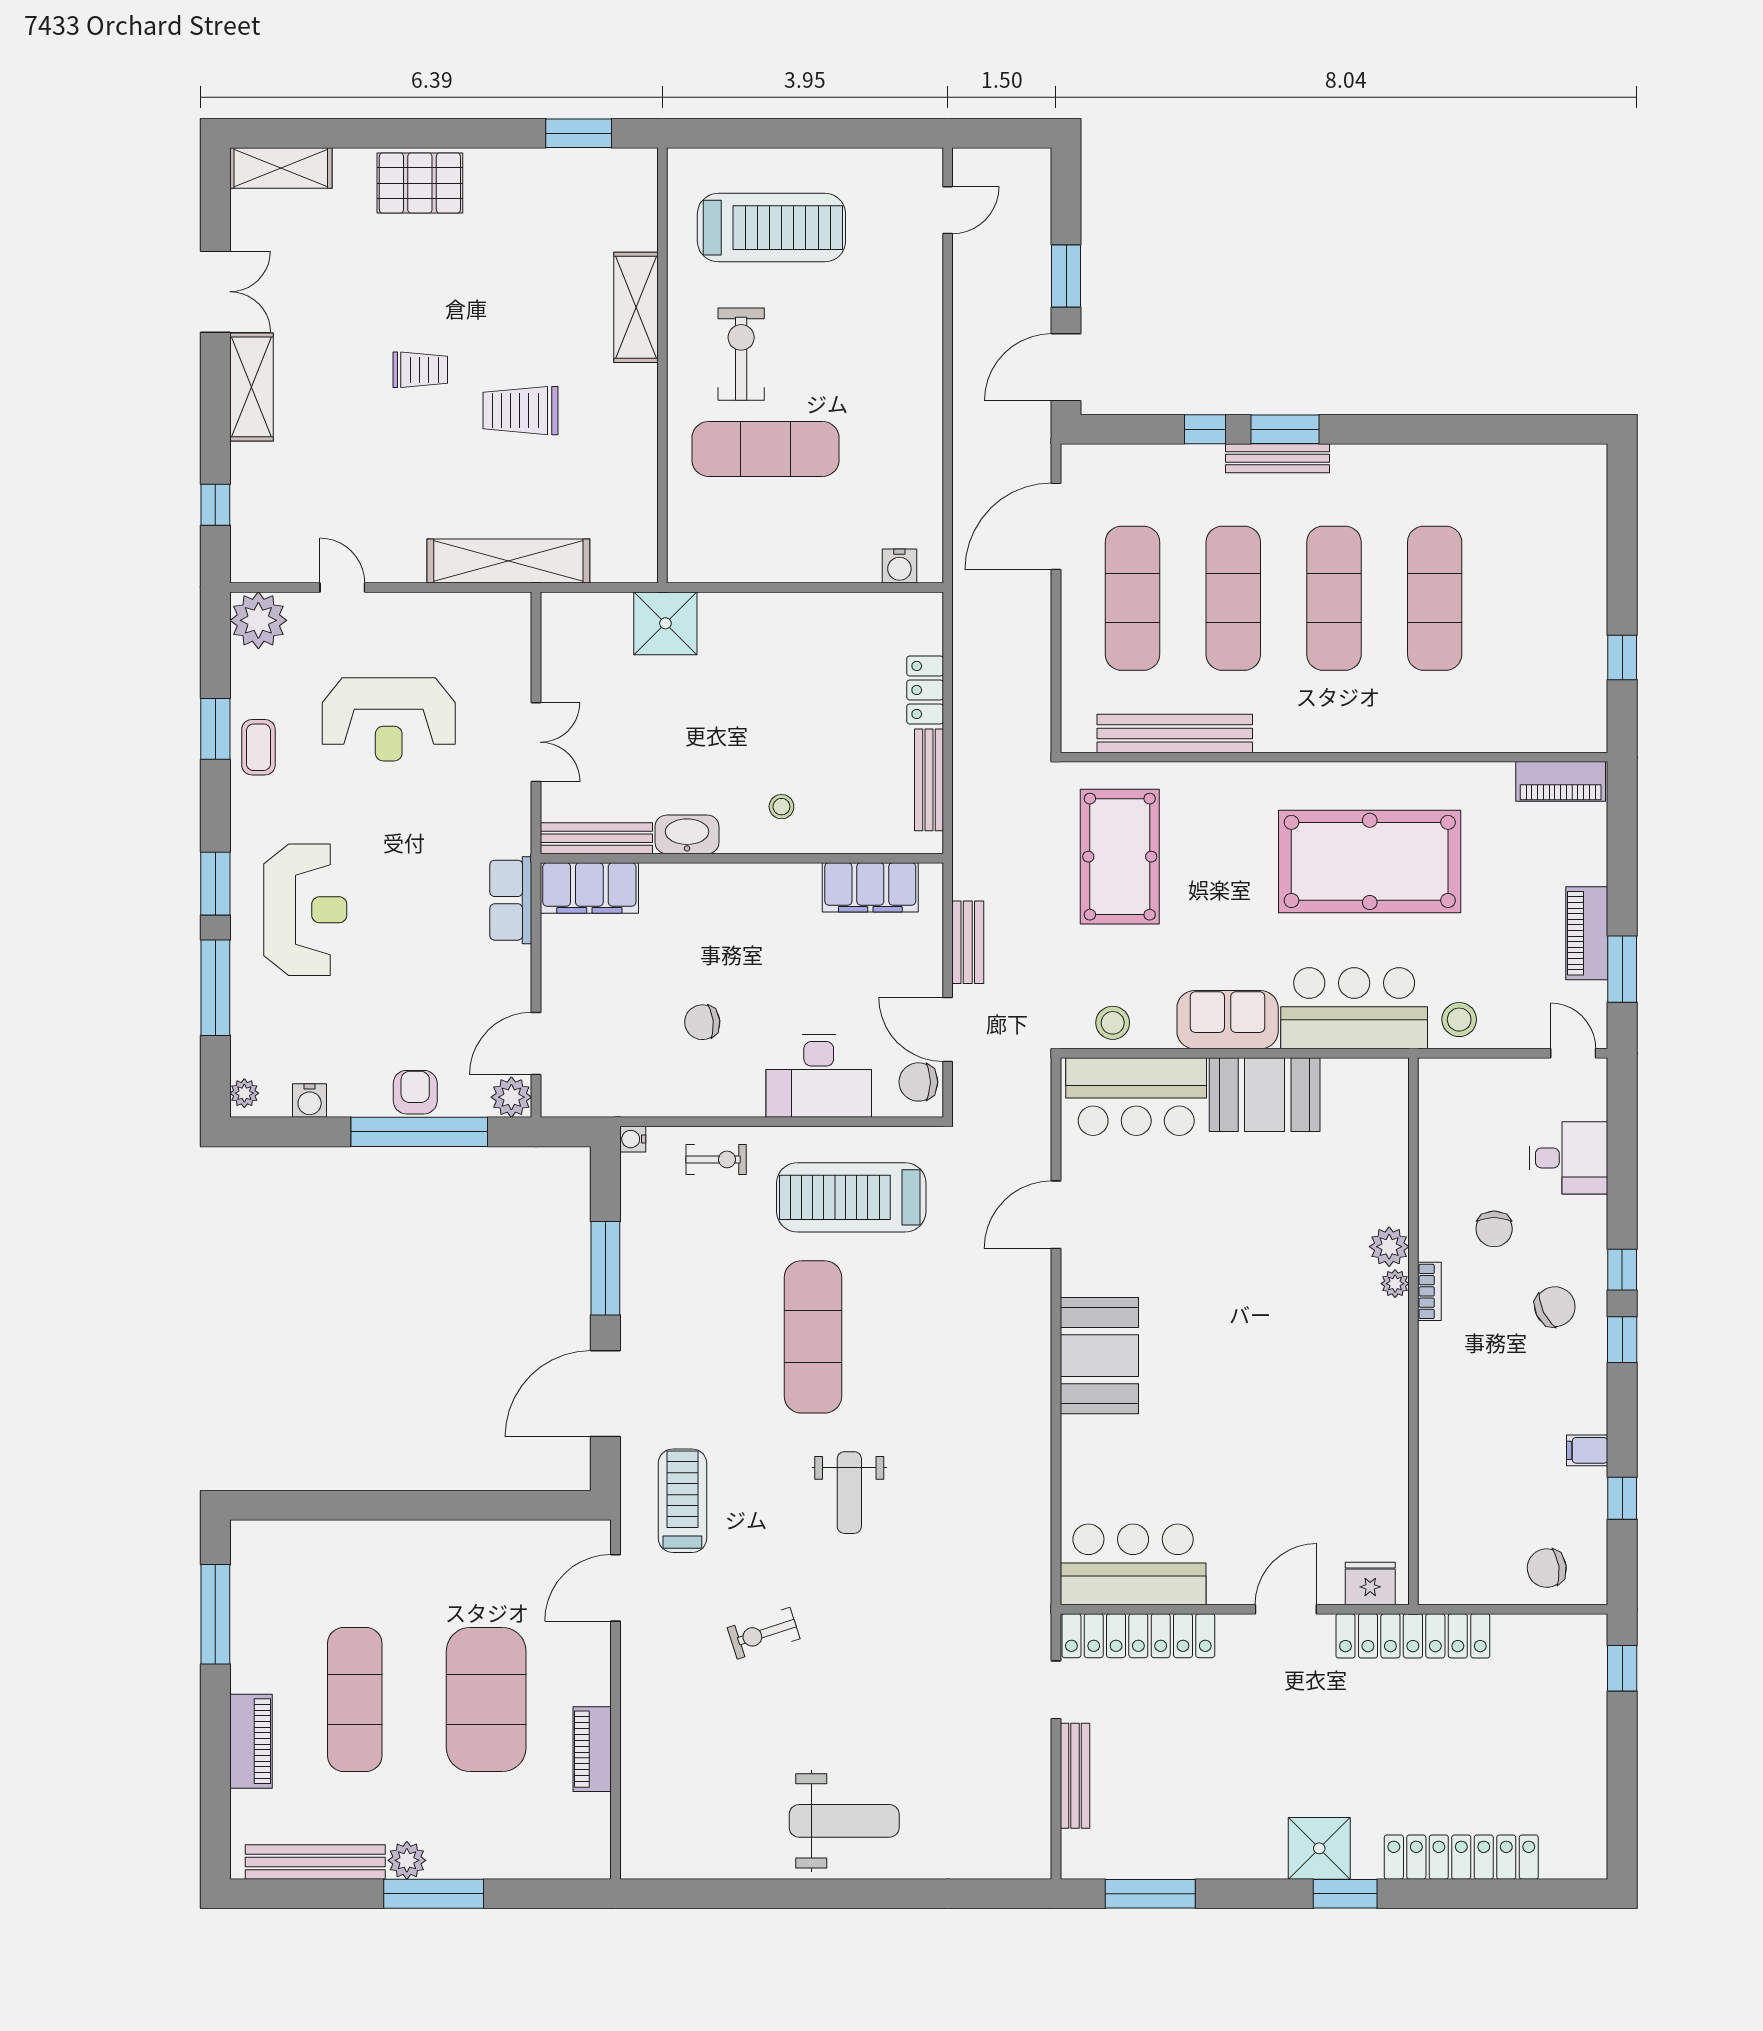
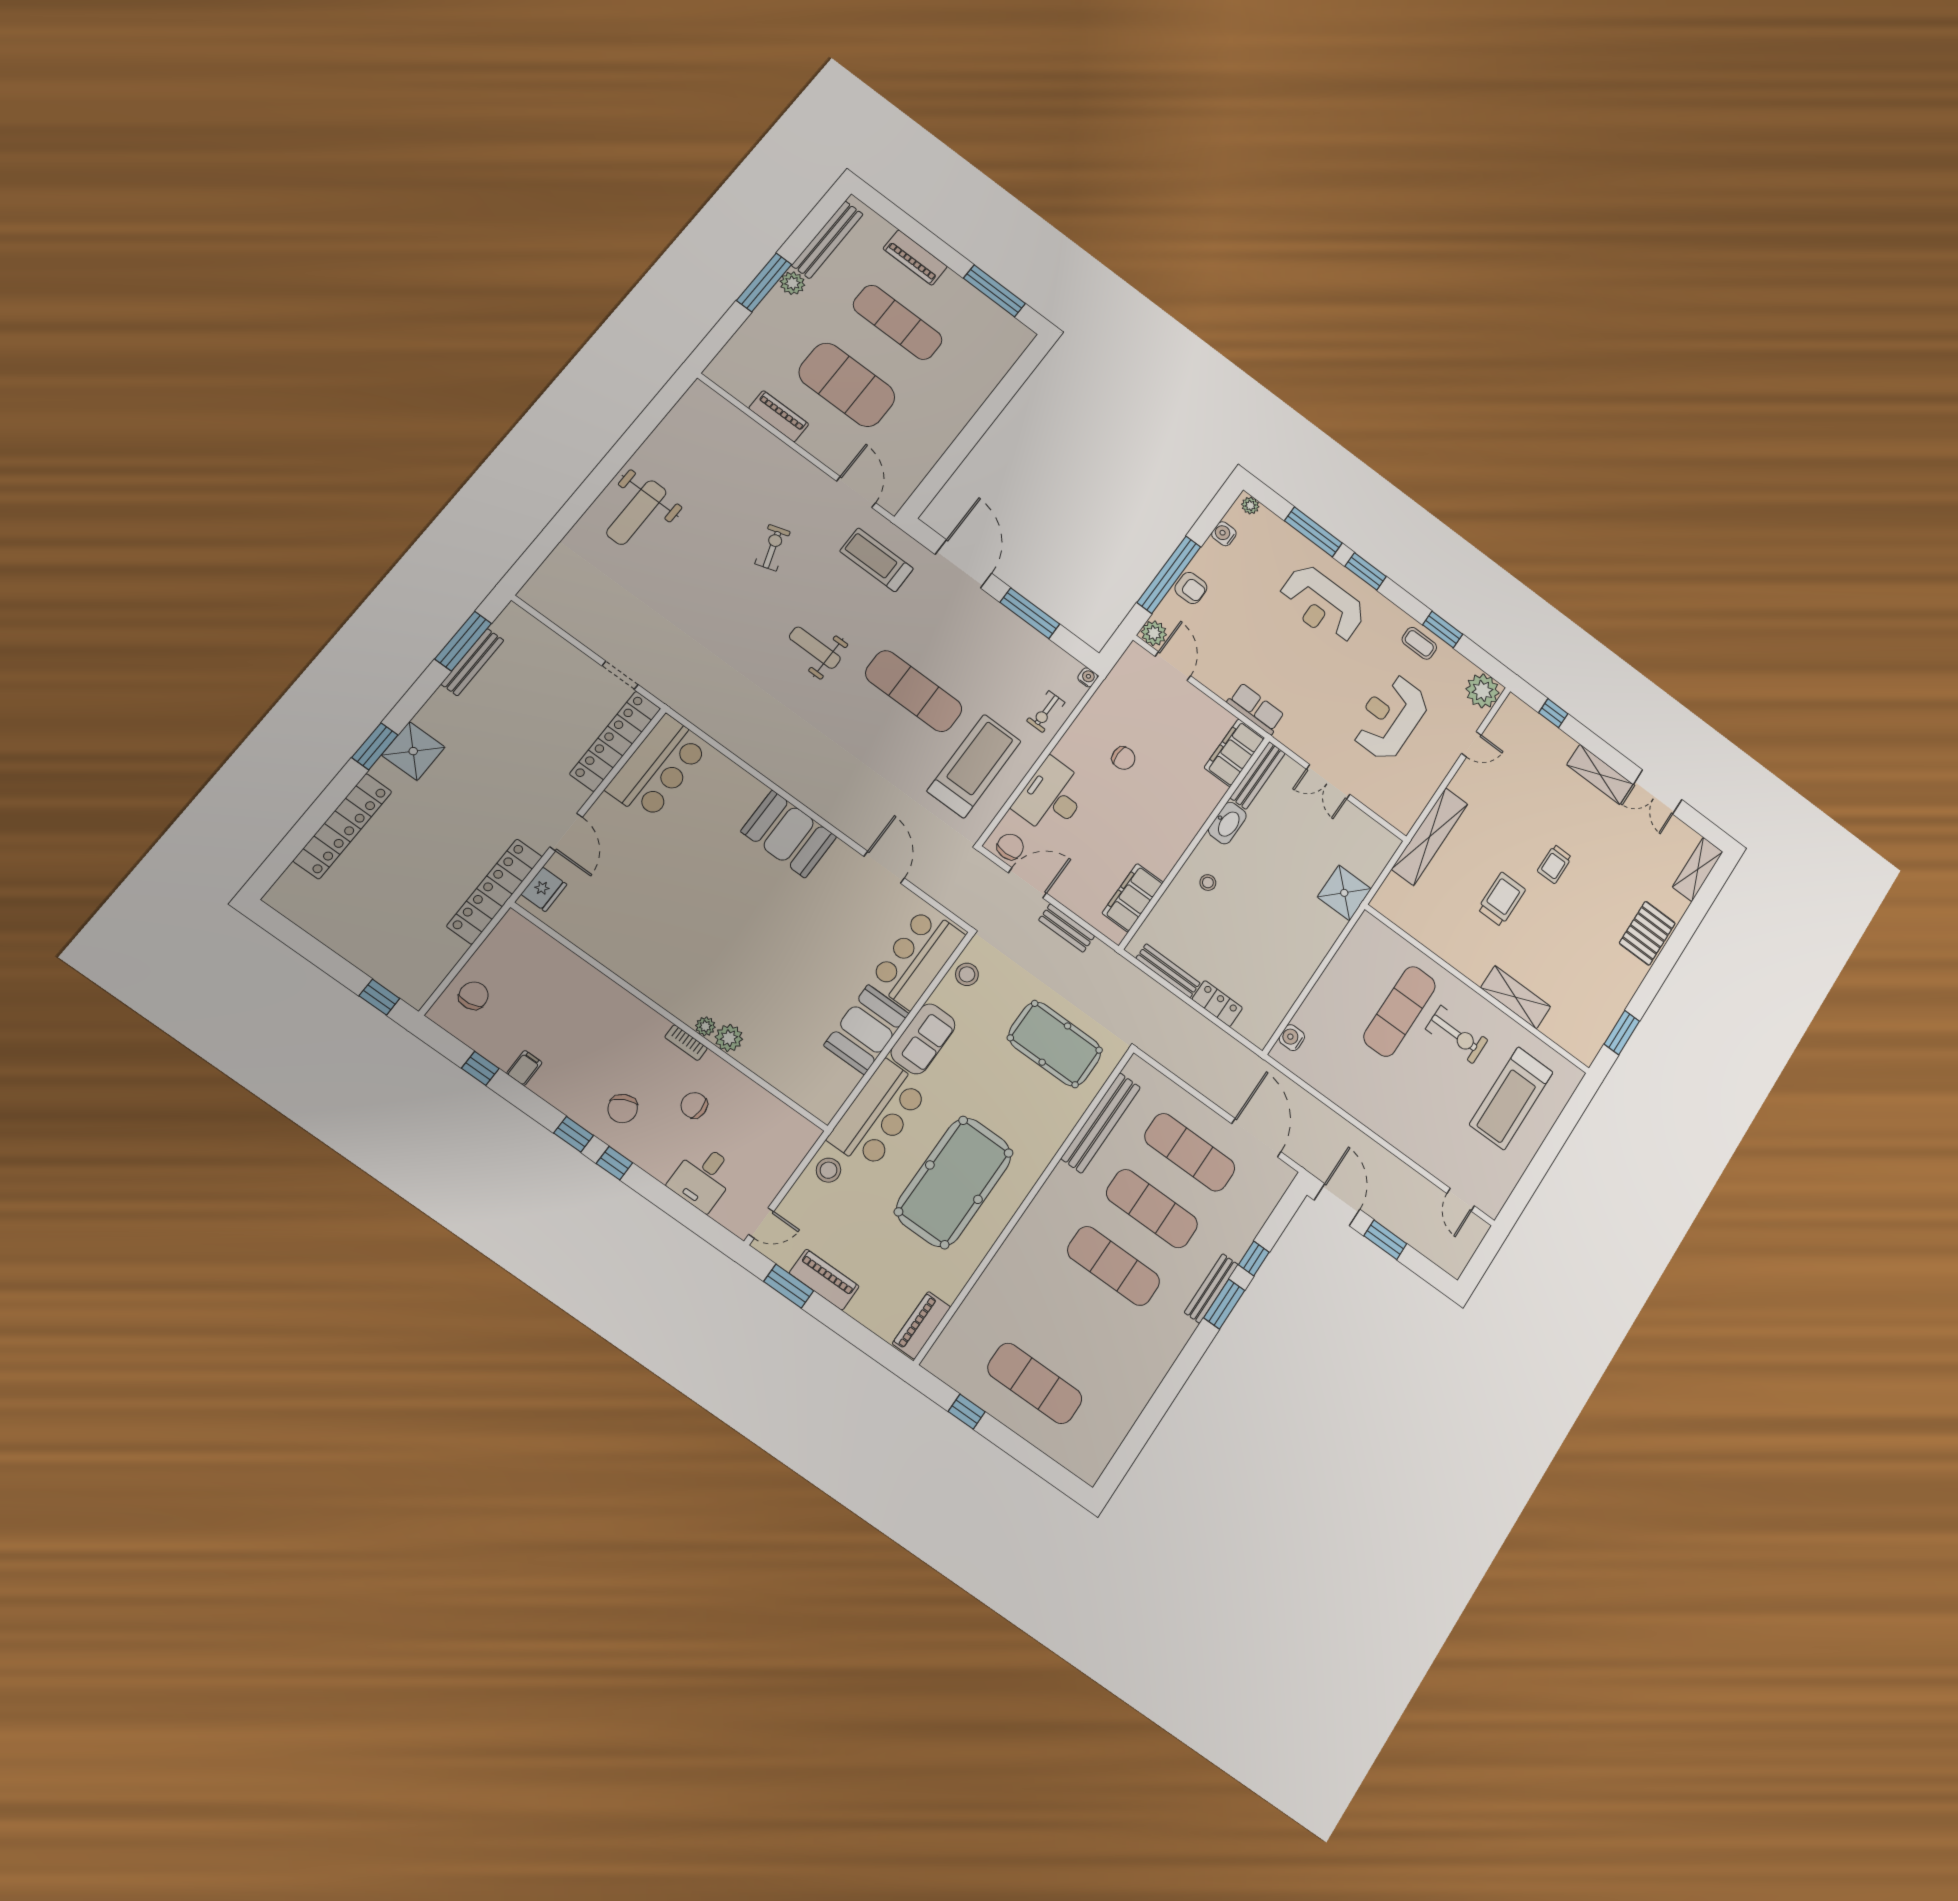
exercise mat: (1435, 598) -> (1035, 1383), moved
chair: (702, 1022) -> (1123, 758), turned 96
treadmill: (682, 1501) -> (877, 560), turned 180
bench: (1075, 1776) -> (472, 662), moved, turned 90

